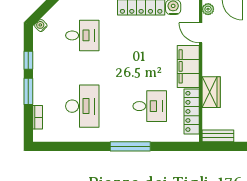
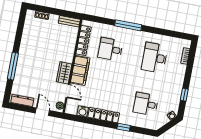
window: (28, 91) -> (188, 74), removed
wardrobe: (211, 92) -> (64, 73), moved

